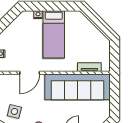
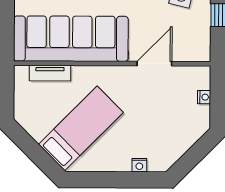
bed: (54, 34) -> (81, 128), moved, turned 45

